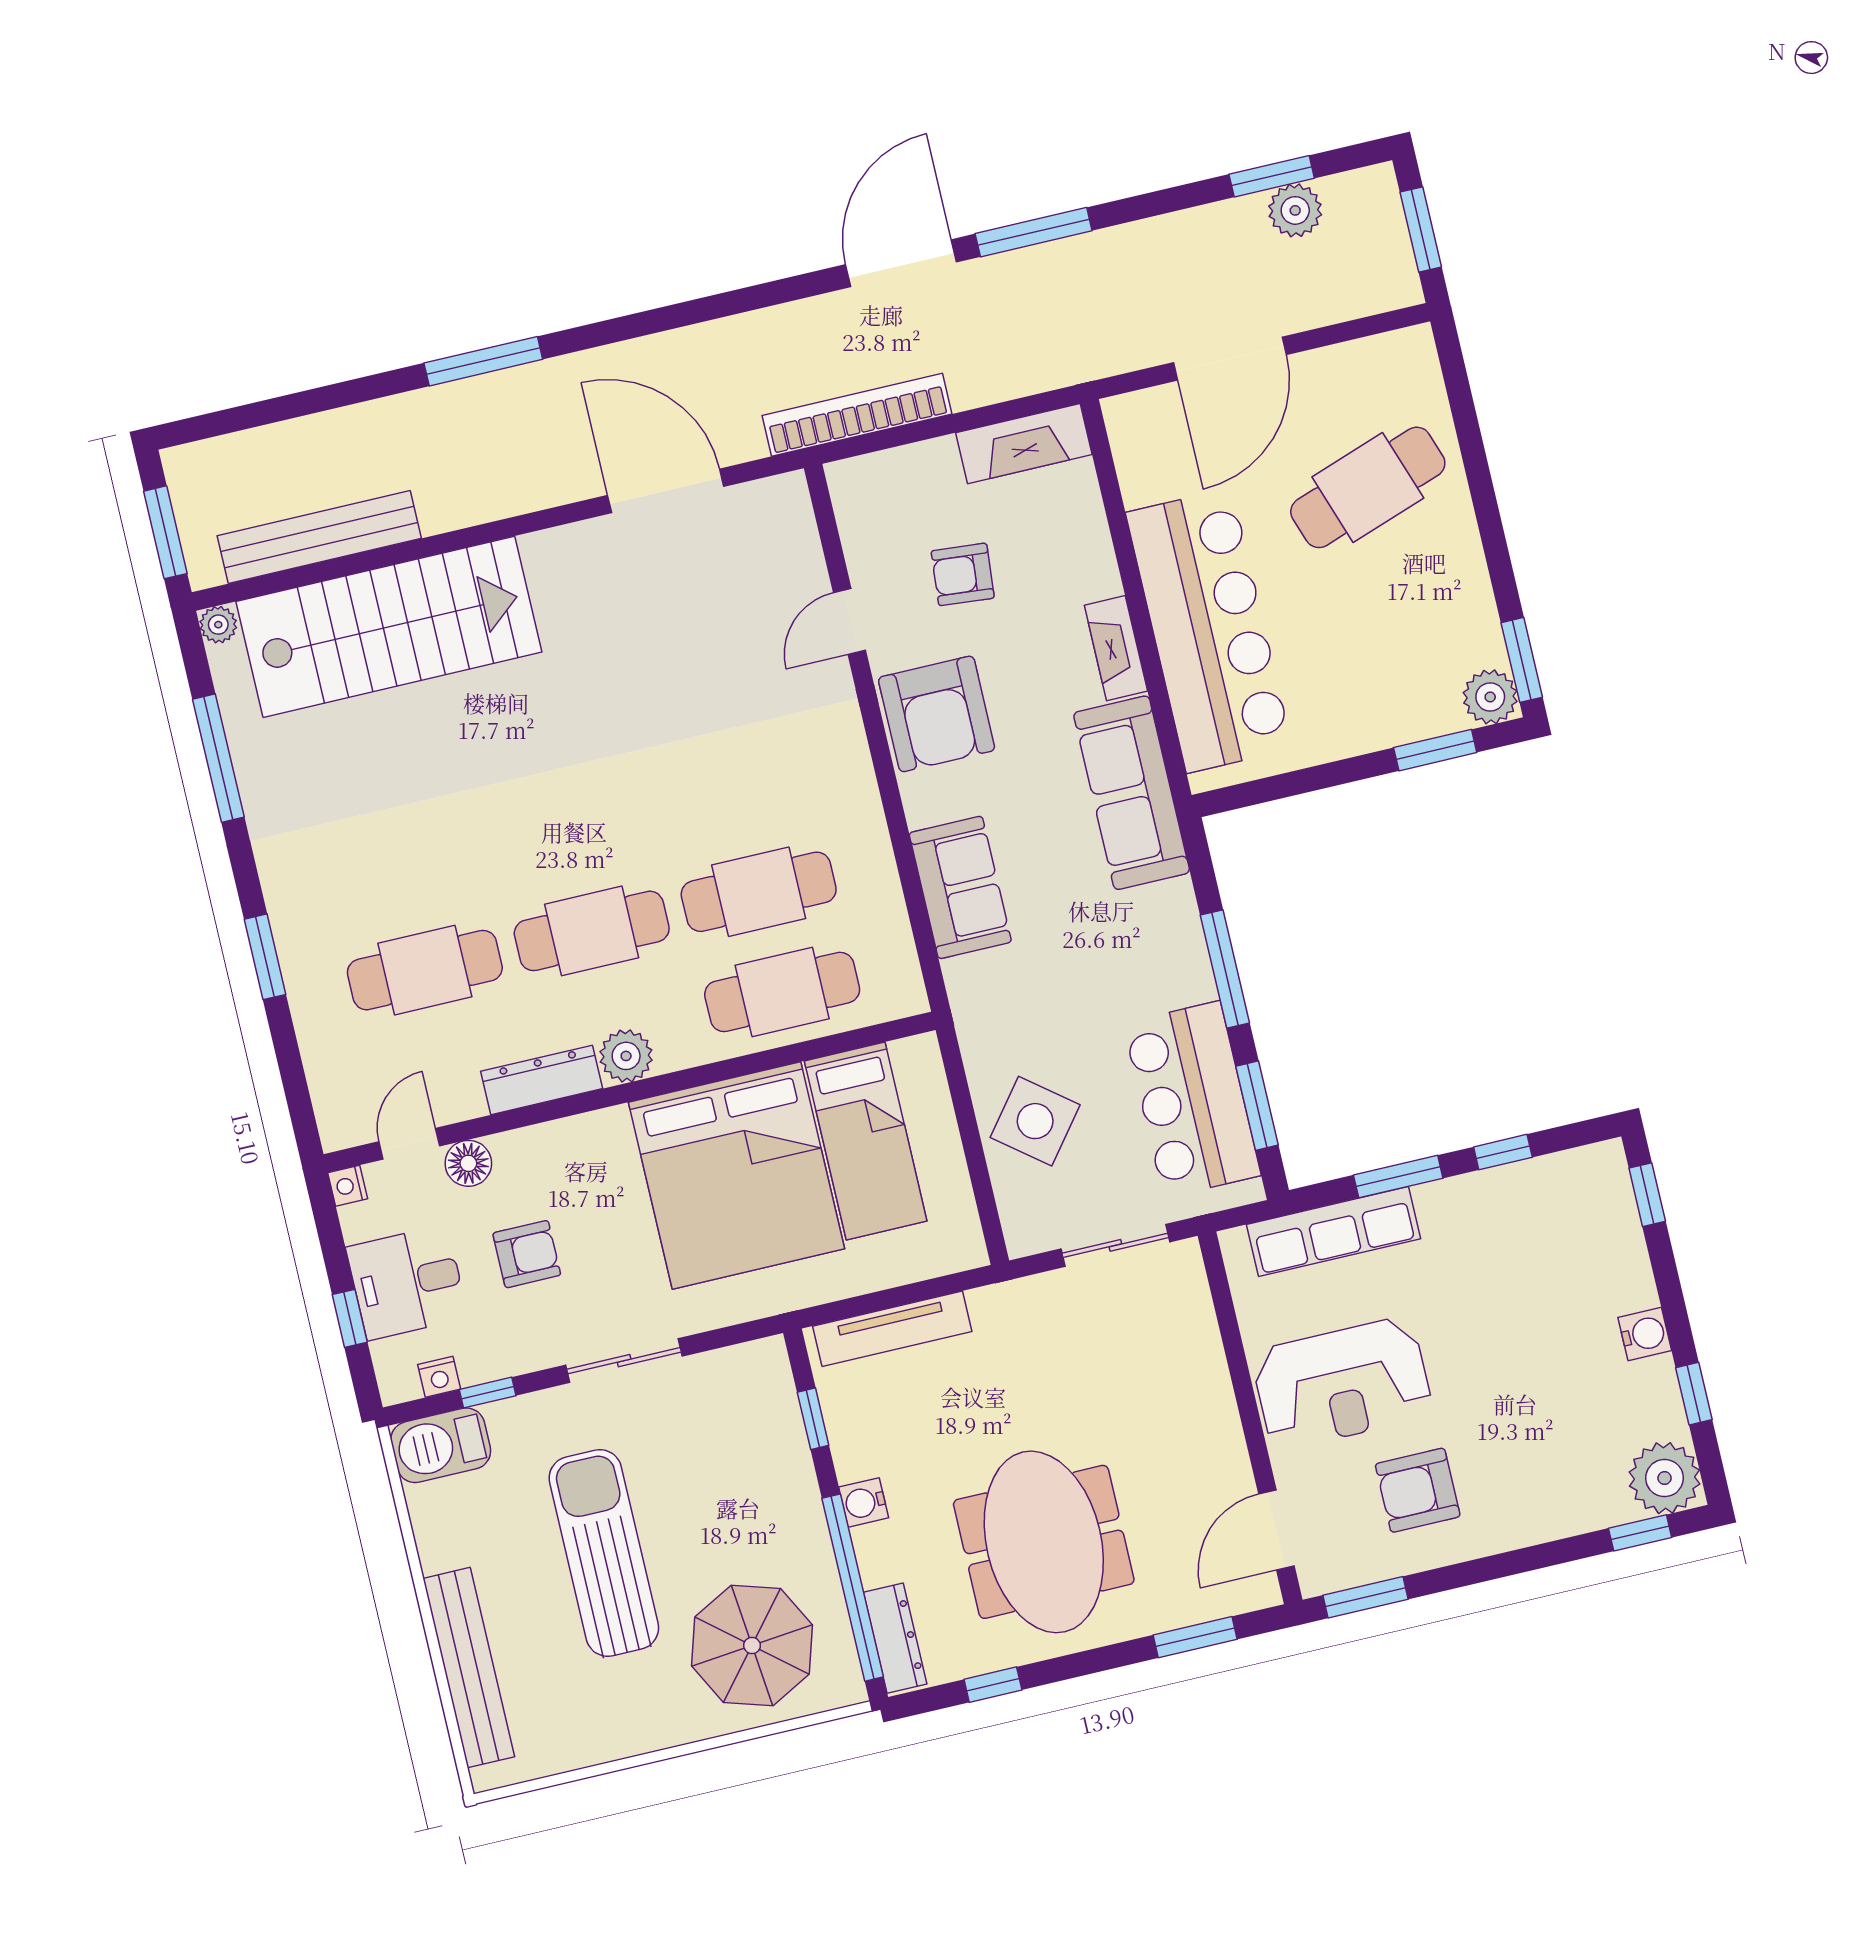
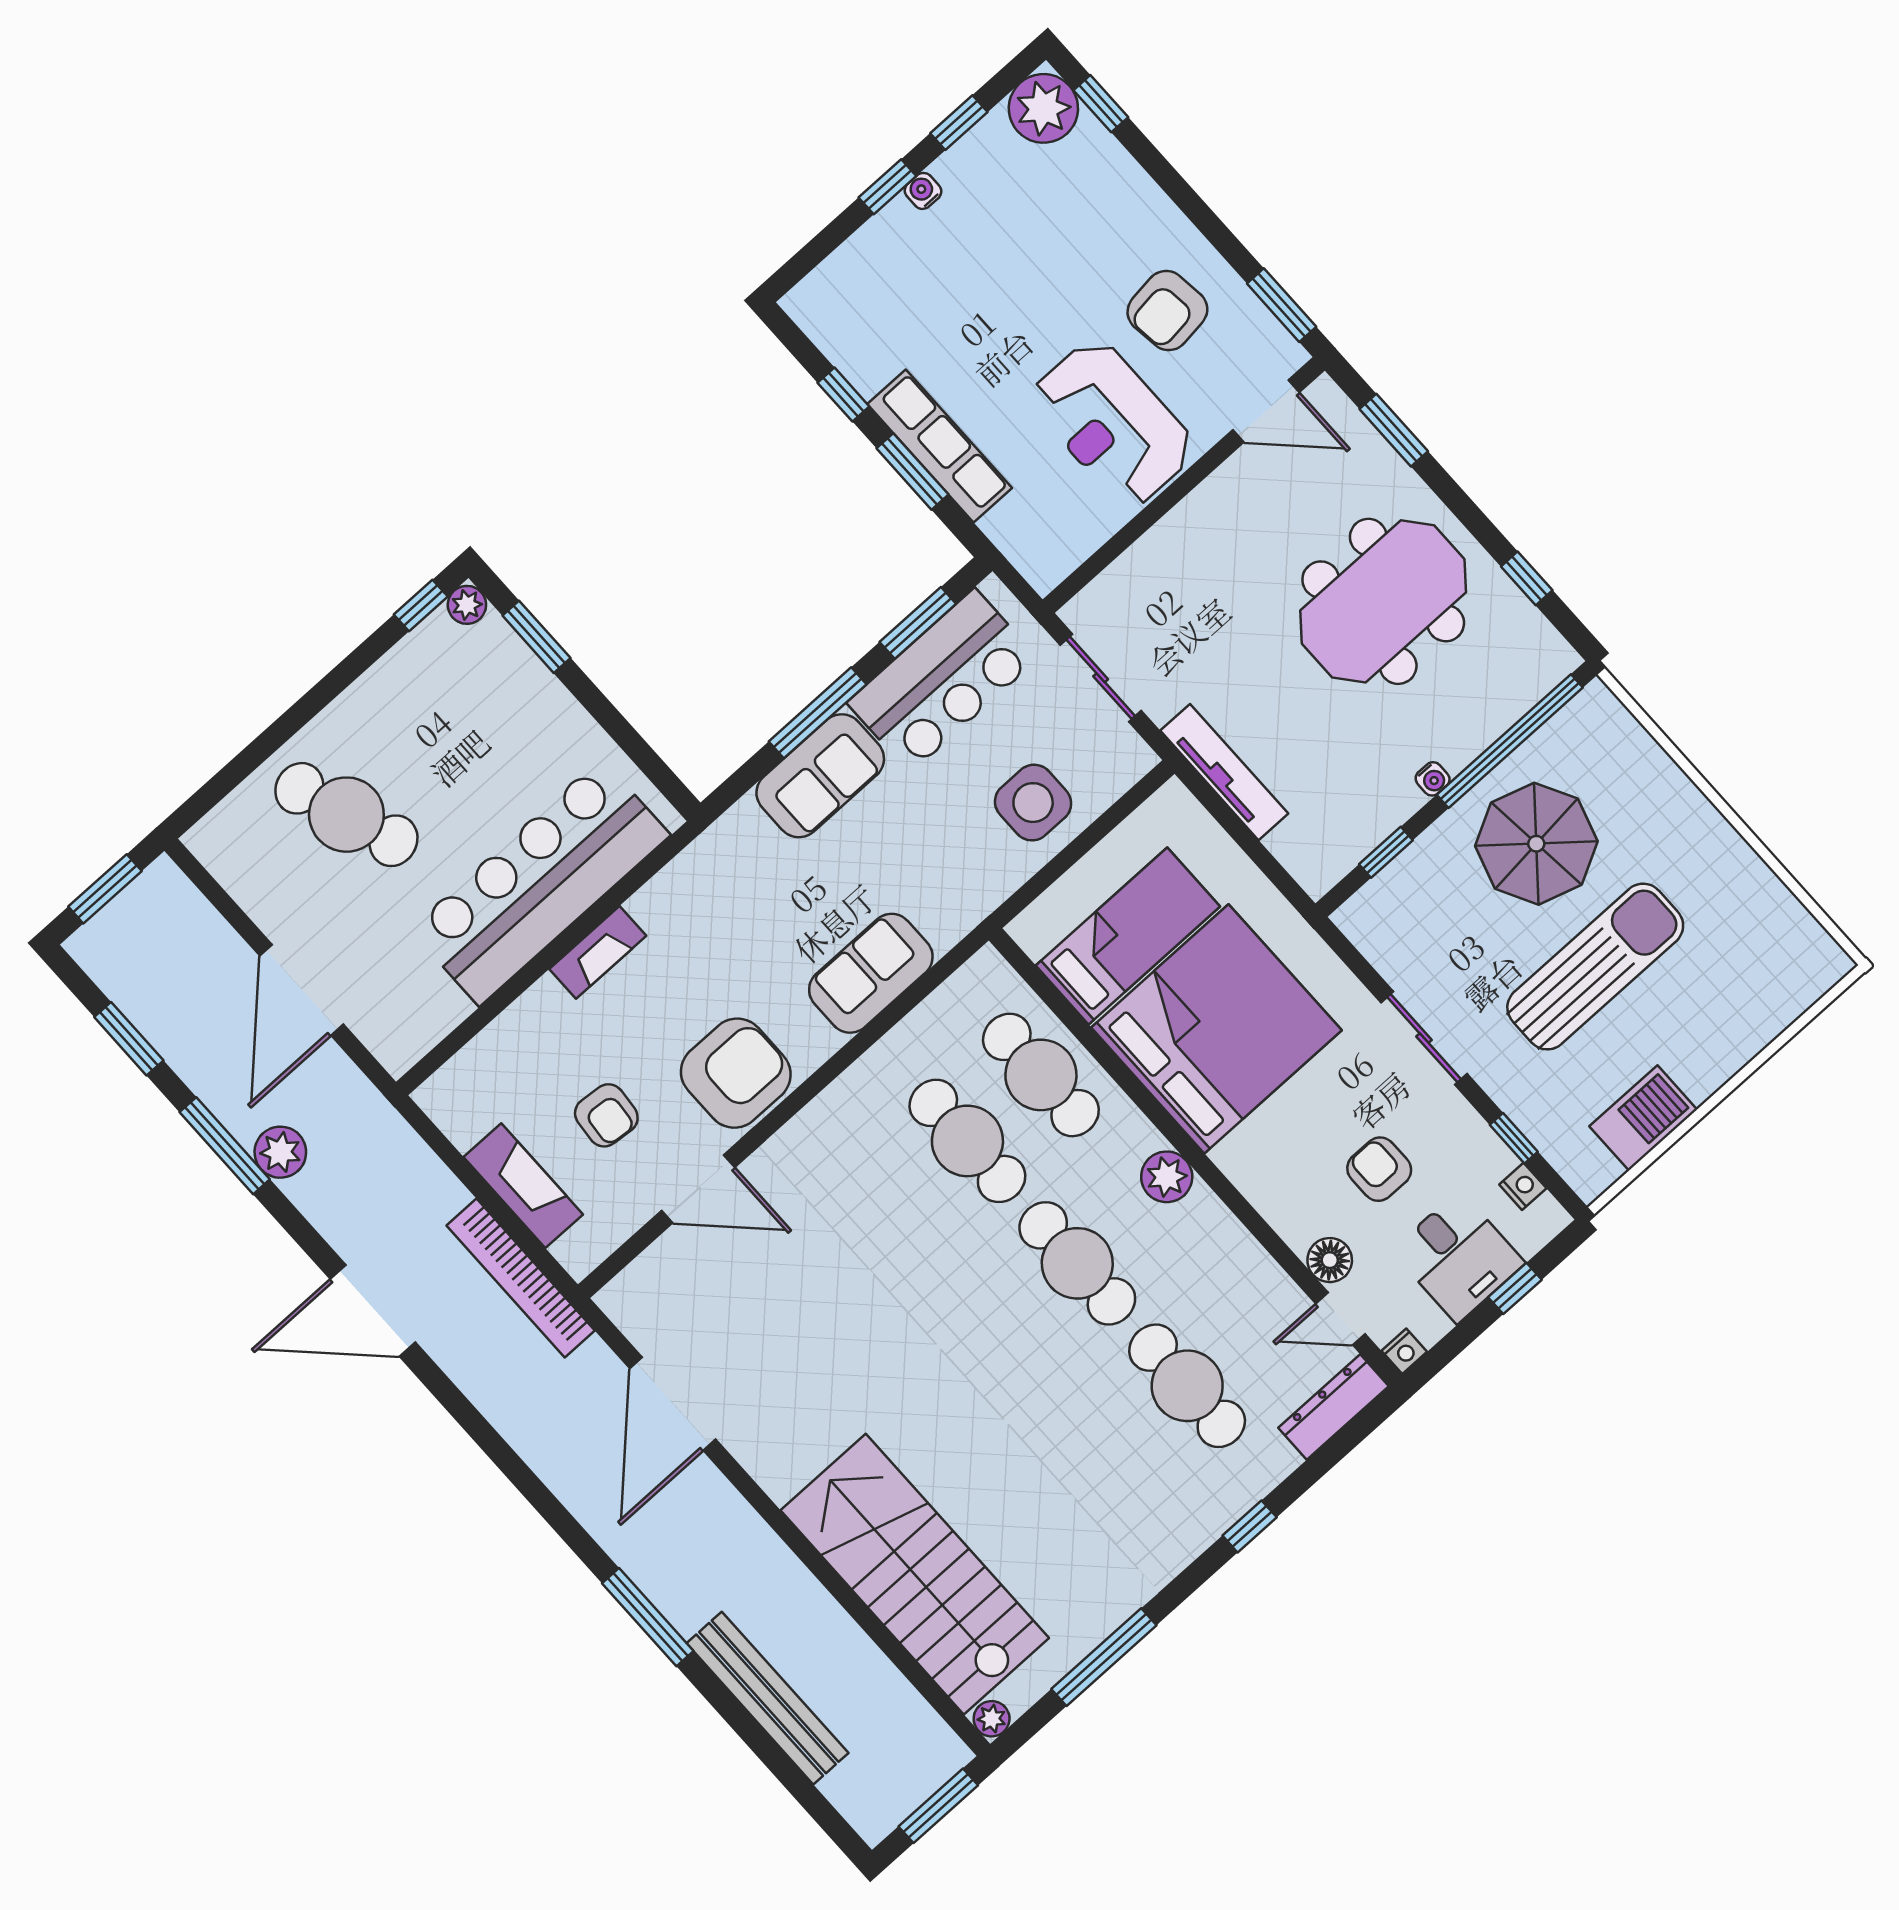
plant: (1295, 210) -> (280, 1152), moved
window: (1034, 232) -> (225, 1146), moved
door: (1230, 359) -> (302, 990), swing flipped
fireplace: (1024, 444) -> (523, 1186), moved
bench: (319, 537) -> (767, 1698), moved
door: (850, 621) -> (698, 1189), width x1.38
window: (1522, 660) -> (421, 605), width x0.67
plant: (1490, 697) -> (467, 605), width x0.73, depth x0.73
sofa: (1132, 793) -> (820, 776), moved, width x0.73
window: (265, 957) -> (1250, 1526), width x0.67
dresser: (542, 1080) -> (1333, 1407), moved, turned 90
side table: (1035, 1121) -> (1033, 803), turned -38
window: (1647, 1195) -> (887, 187), moved
row of seats: (1334, 1232) -> (940, 446), moved
tv unit: (892, 1329) -> (1224, 772), moved
water cooler: (1645, 1334) -> (923, 191), width x0.72, depth x0.72
reception desk: (1342, 1384) -> (1113, 423), turned 180
barbecue: (441, 1445) -> (1643, 1118), moved, turned -90
armchair: (1418, 1490) -> (1167, 311), turned 83
water cooler: (864, 1502) -> (1433, 779), width x0.72, depth x0.72
sun lounger: (604, 1553) -> (1595, 967), turned 180
dresser: (895, 1638) -> (1533, 682), removed
parasol: (752, 1645) -> (1536, 844), moved
bench: (469, 1668) -> (1754, 1027), removed

